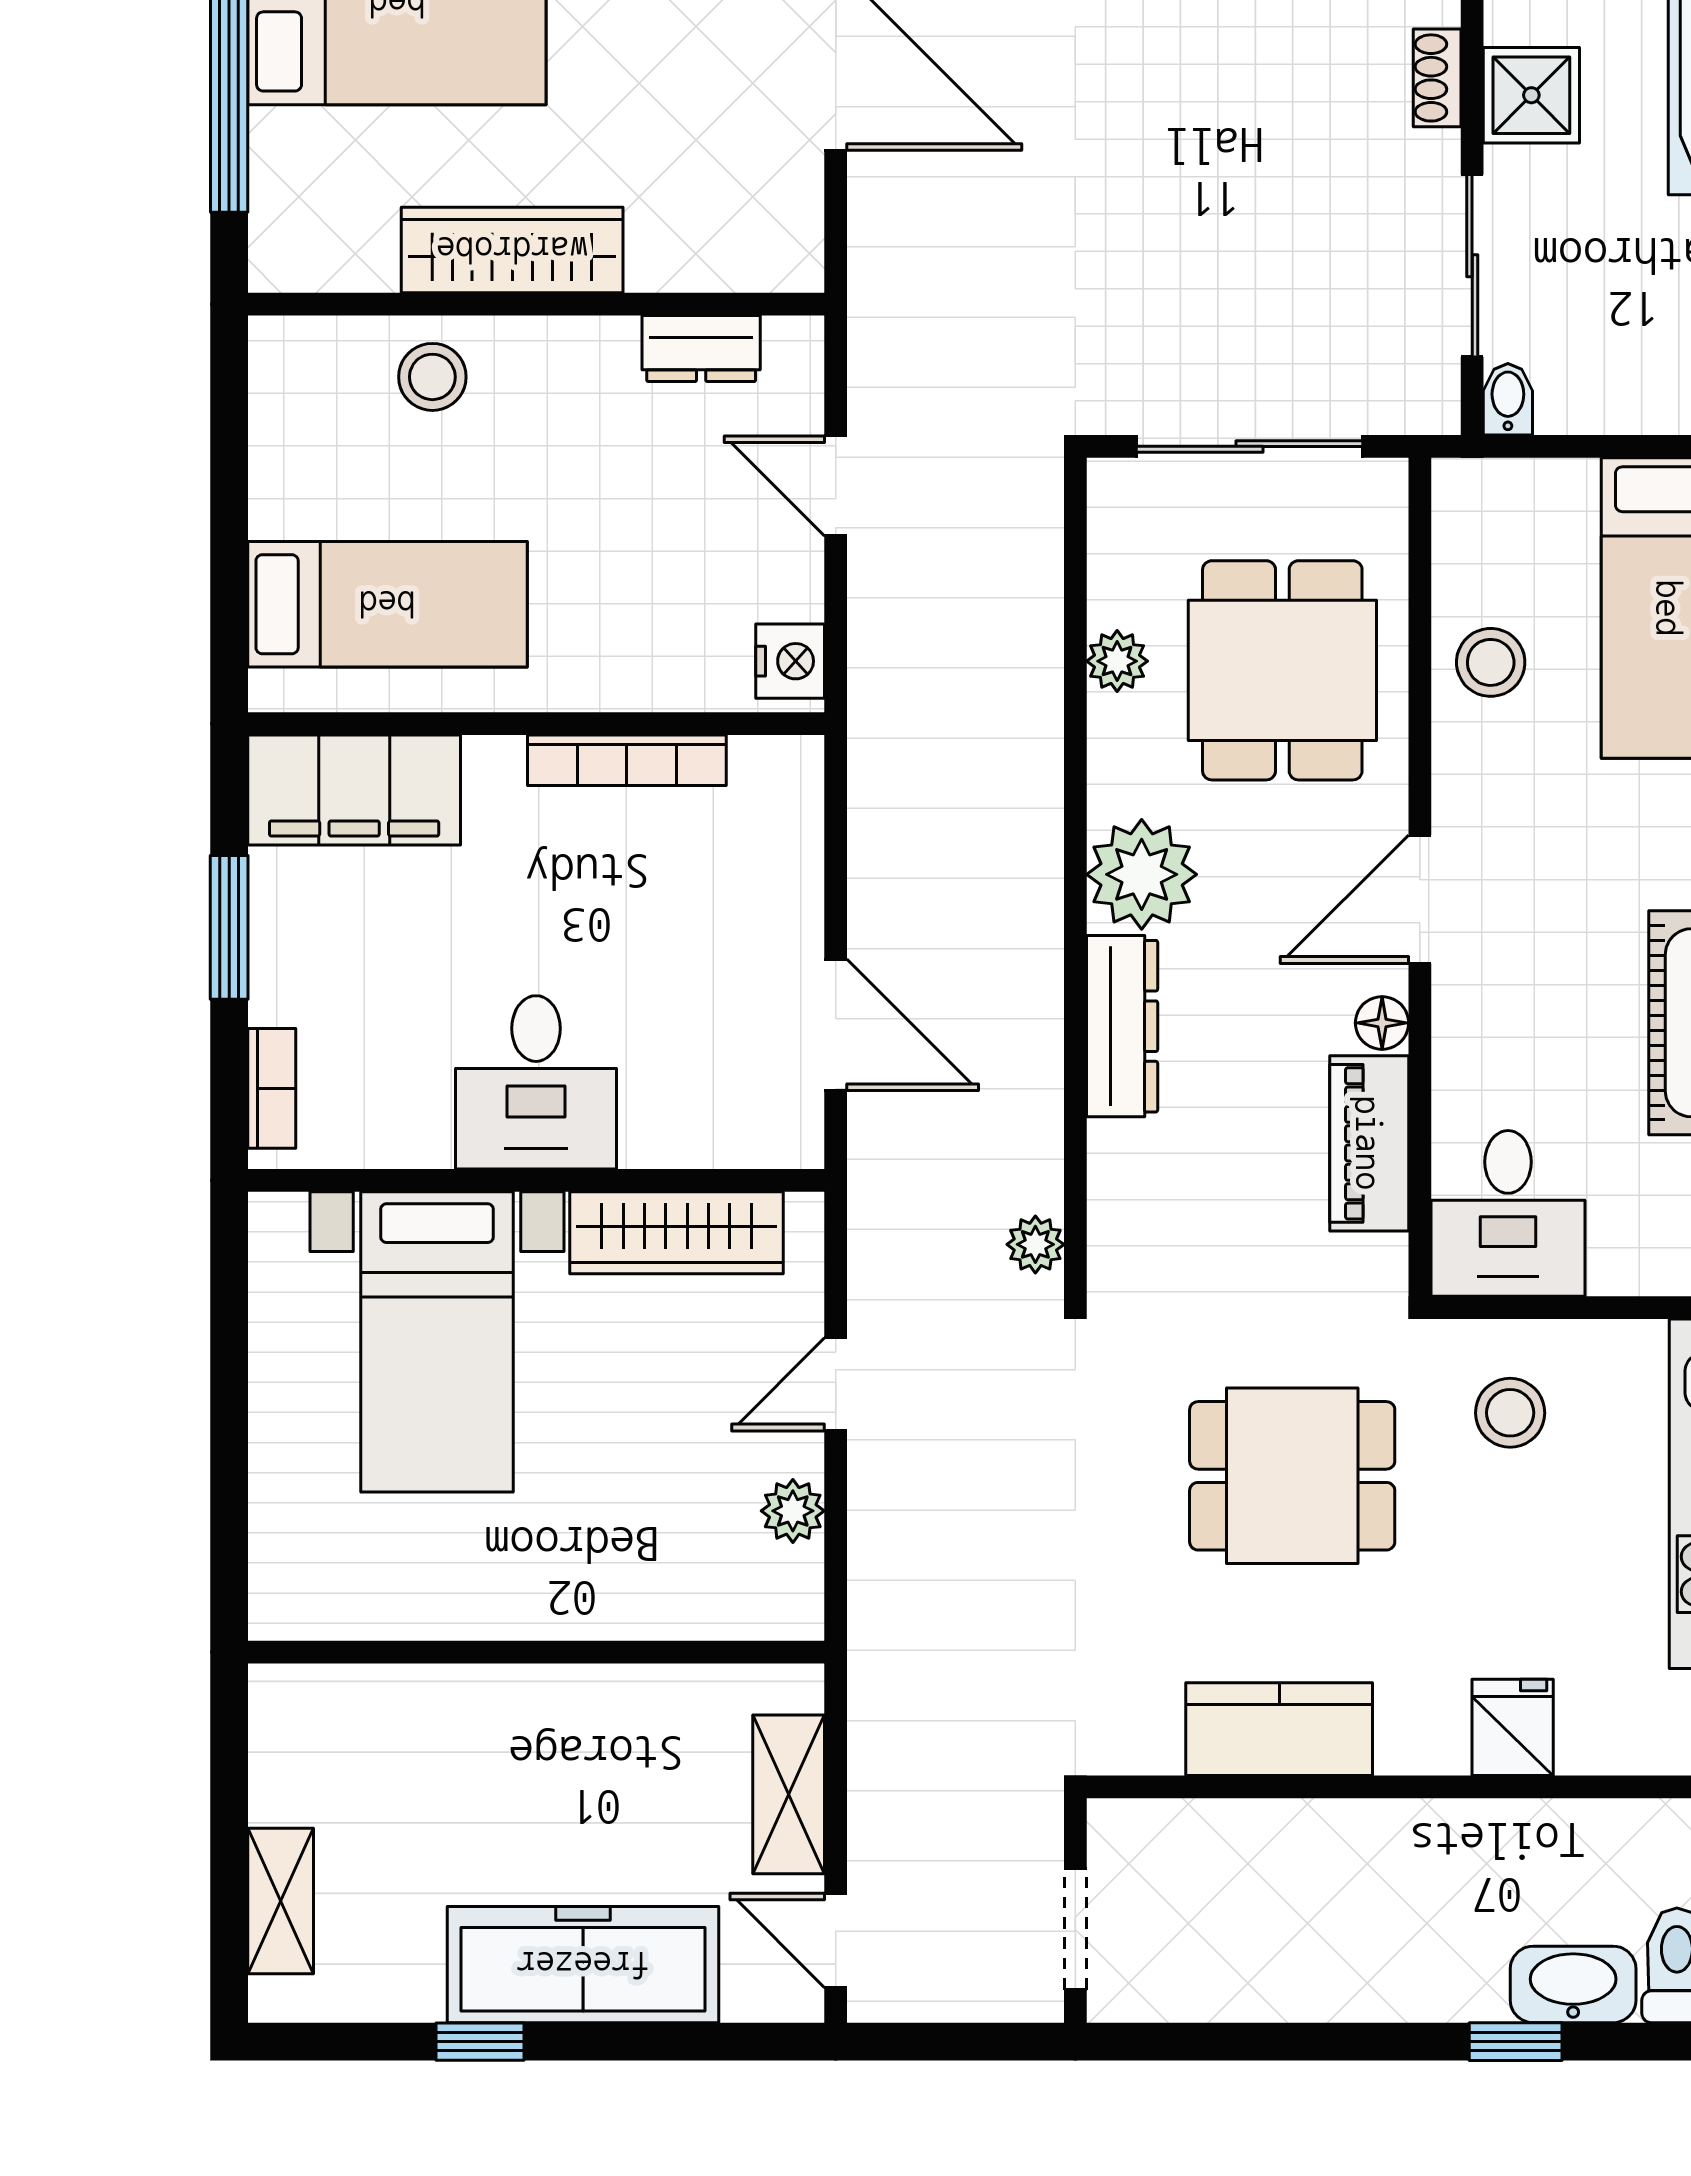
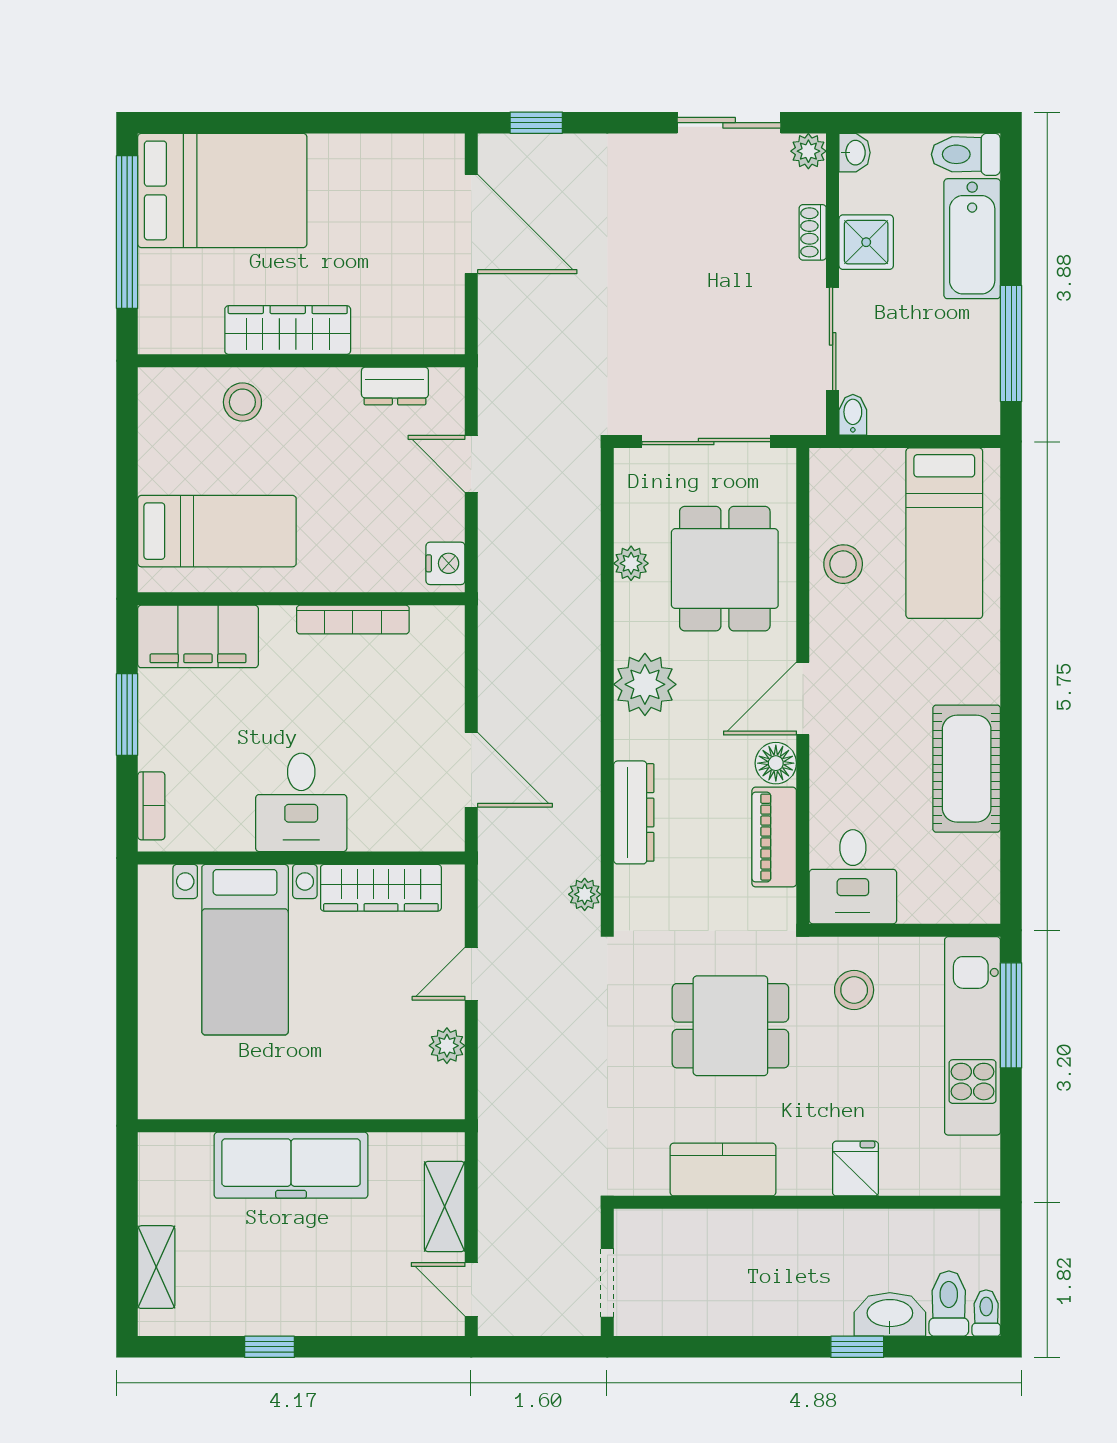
floor lamp: (1382, 1023) -> (776, 763), width x1.37, depth x1.37
dresser: (1122, 1026) -> (634, 812), moved
freezer: (583, 1965) -> (291, 1165), moved, turned 180

